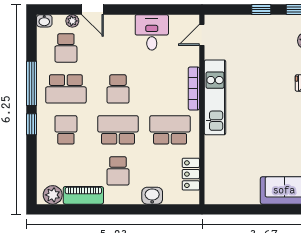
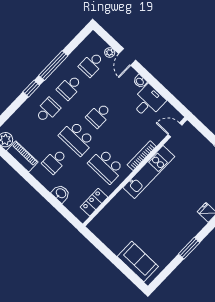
washbasin: (44, 21) -> (140, 81), moved
school desk: (66, 89) -> (70, 87), width x0.54
school desk: (118, 130) -> (77, 138), turned 180
school desk: (170, 130) -> (106, 166), turned 180

